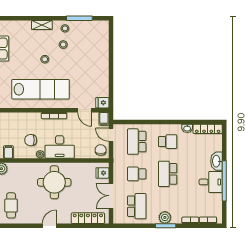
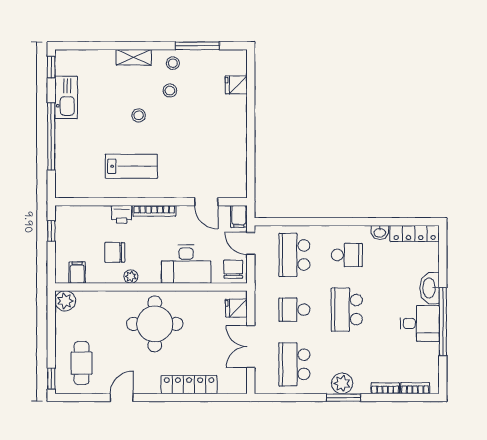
lab bench: (40, 89) -> (131, 166), width x0.54, depth x0.72
fridge: (102, 103) -> (236, 85), moved
printer: (35, 118) -> (122, 214), added
desk: (60, 147) -> (186, 264), moved
school desk: (137, 206) -> (294, 364), turned 180
locker: (88, 218) -> (189, 385), moved
door: (49, 226) -> (122, 398), moved

